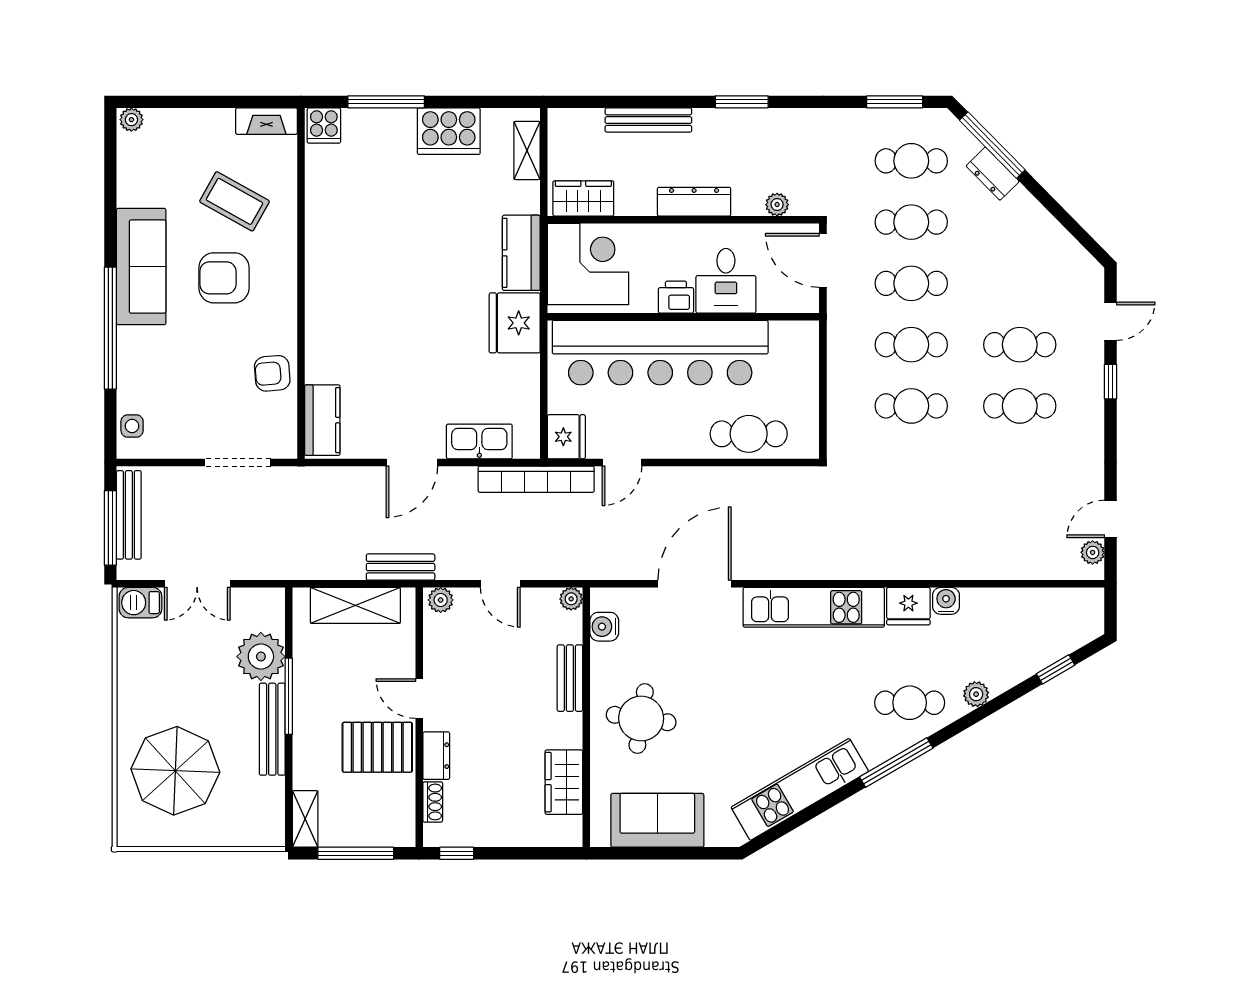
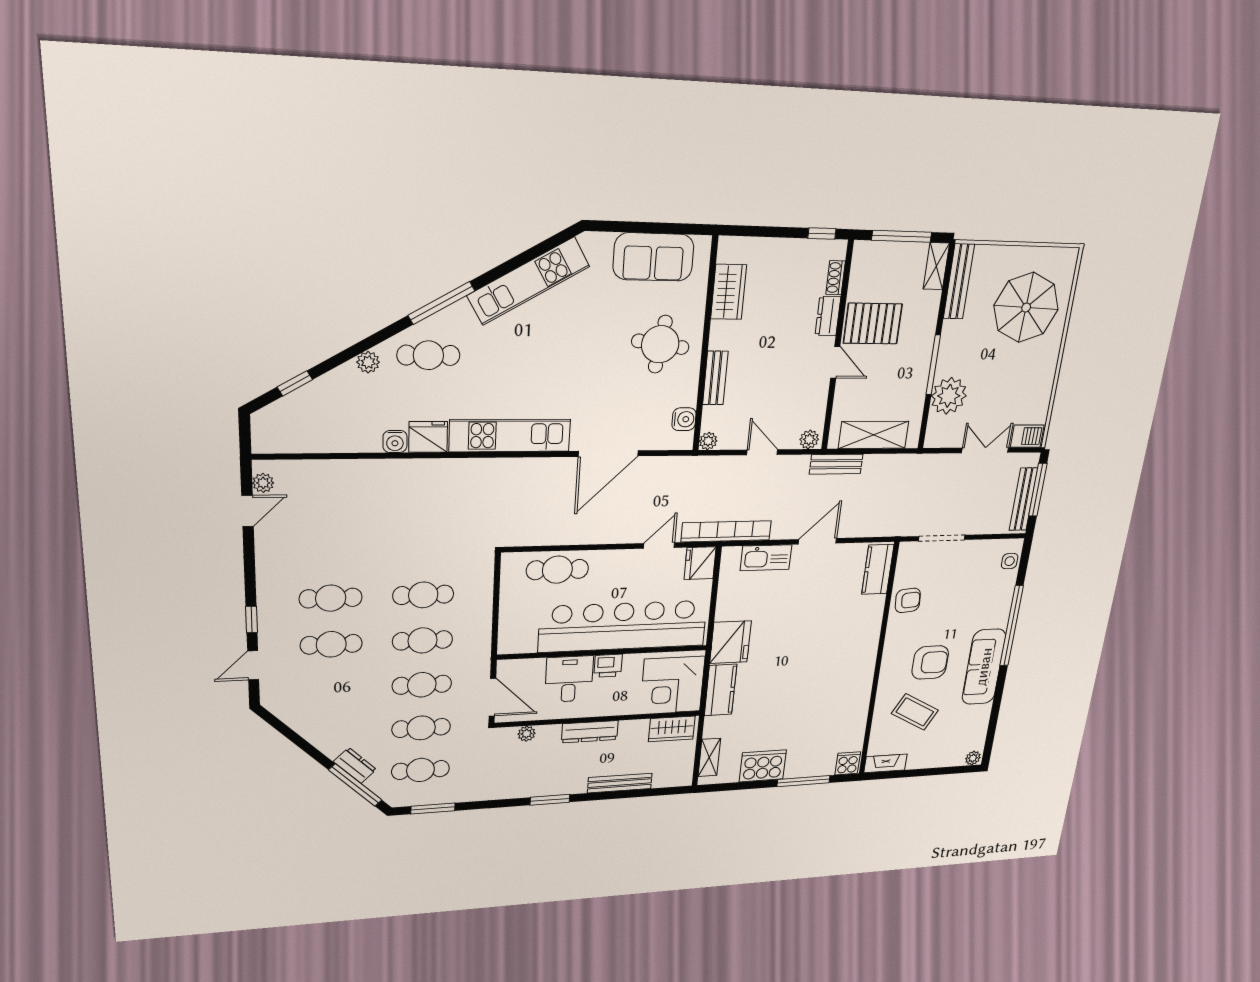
bench: (272, 729) -> (959, 281), moved

